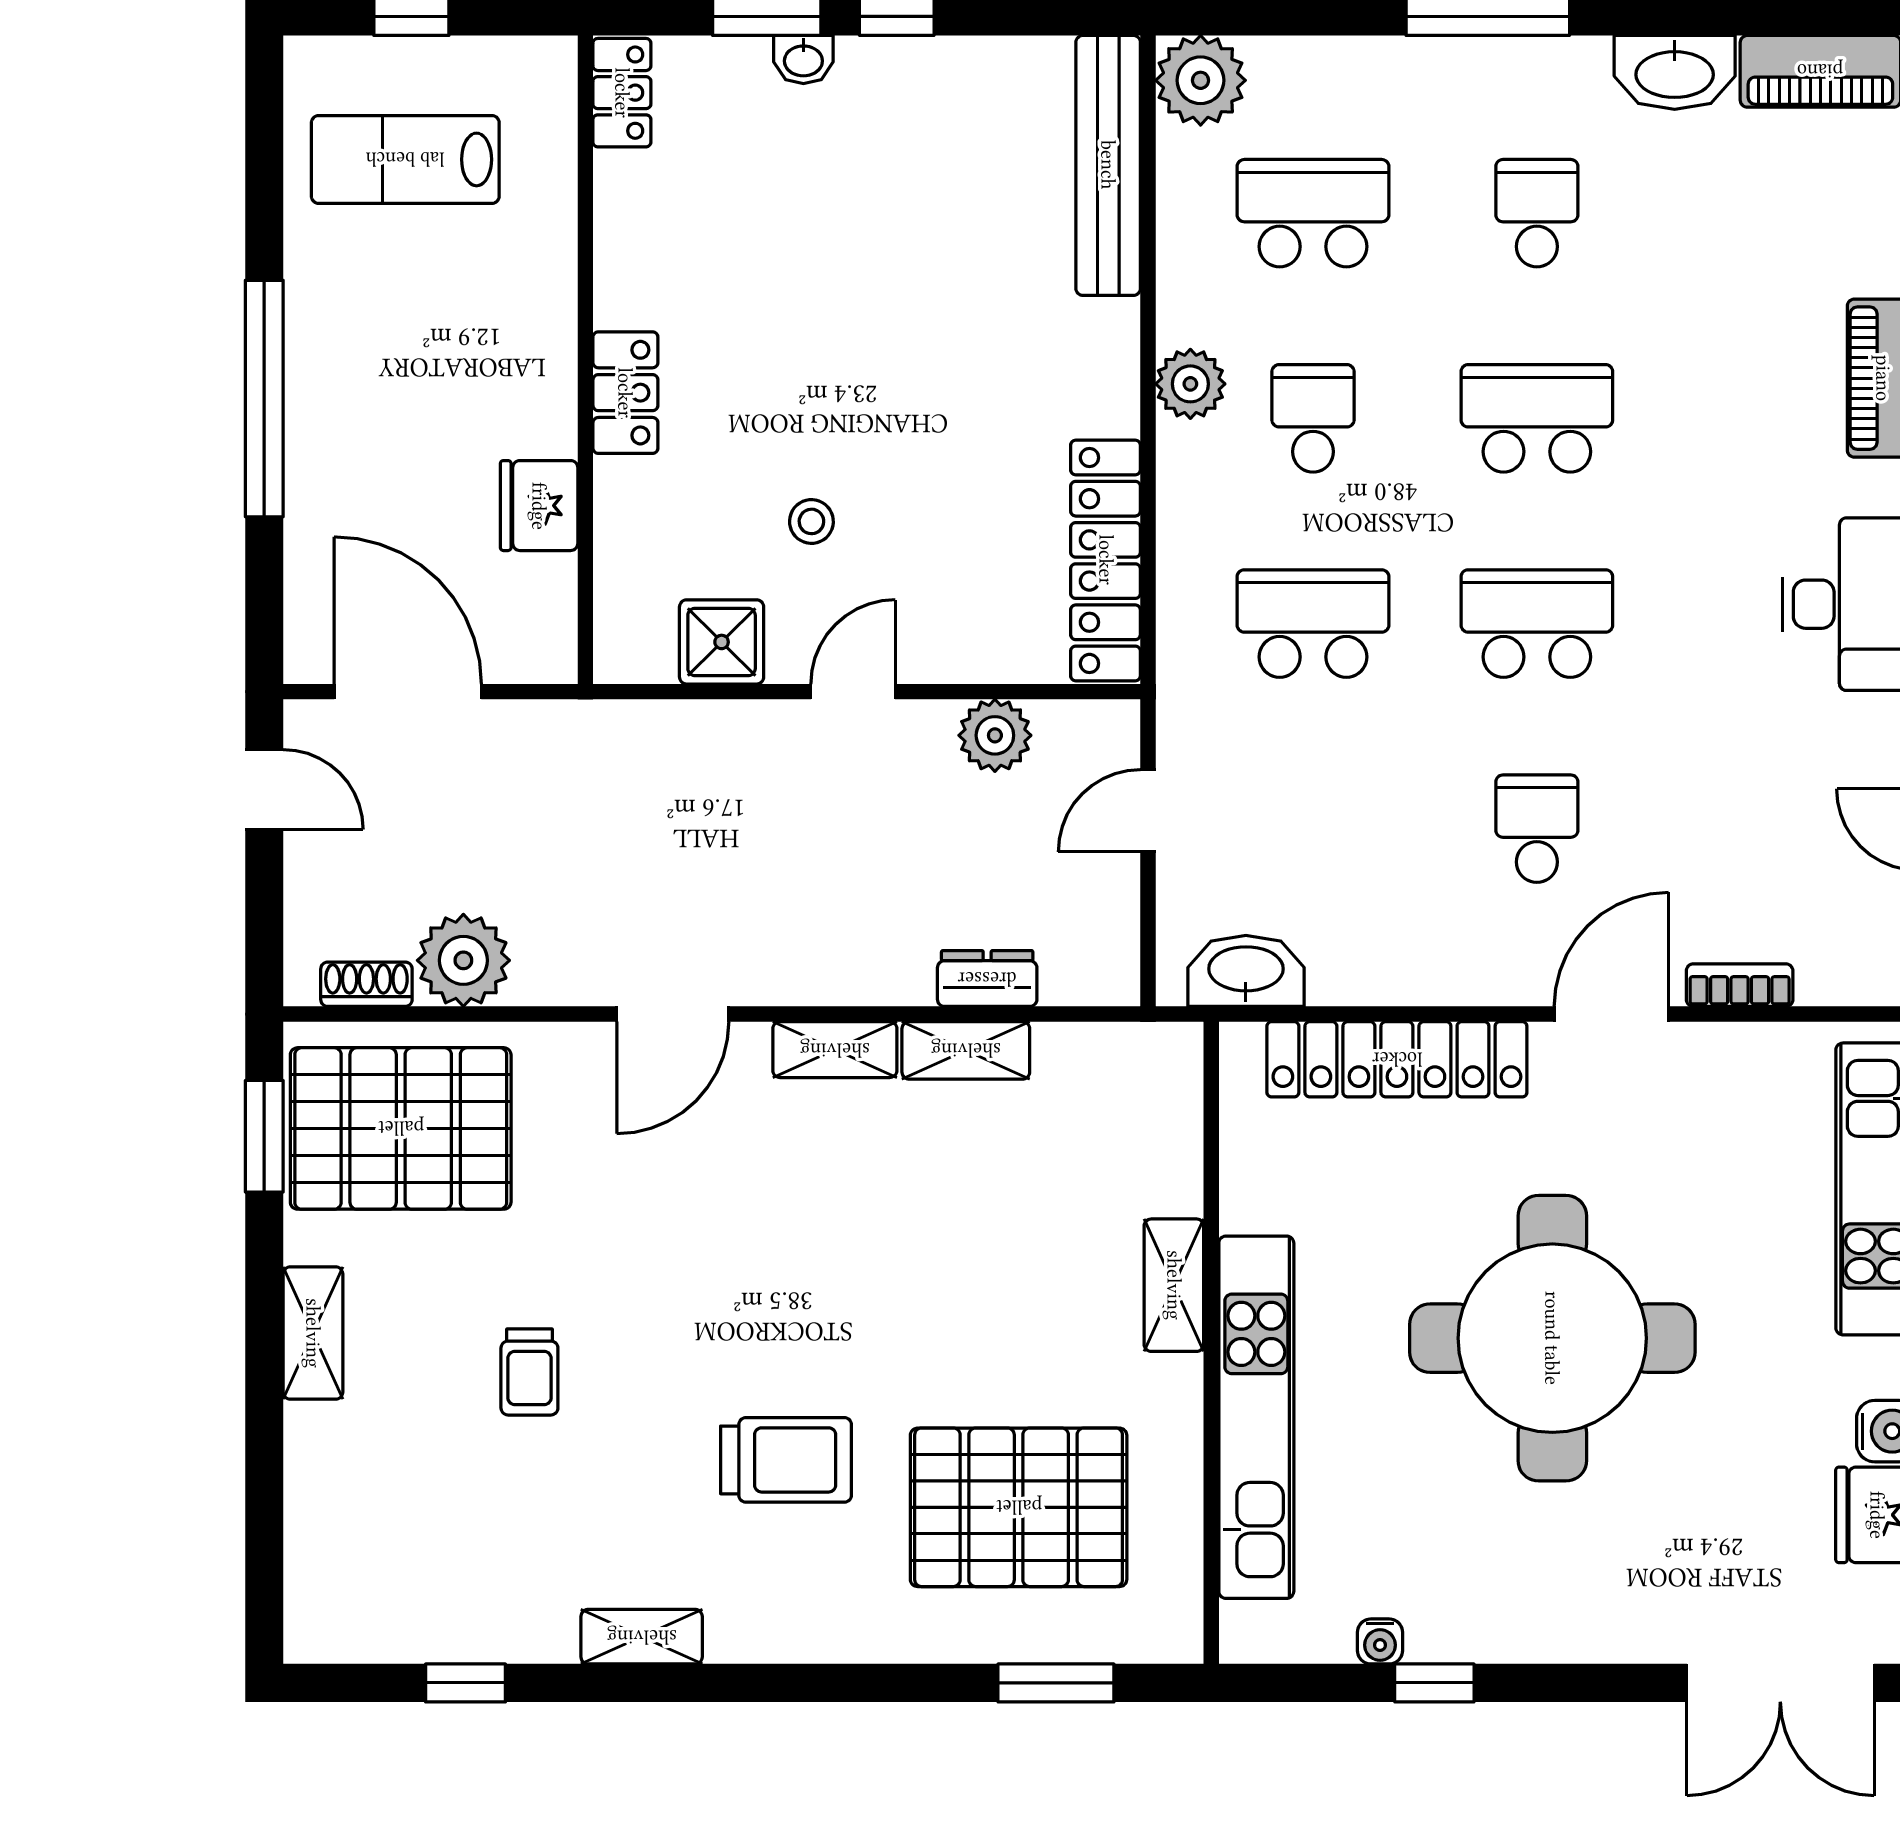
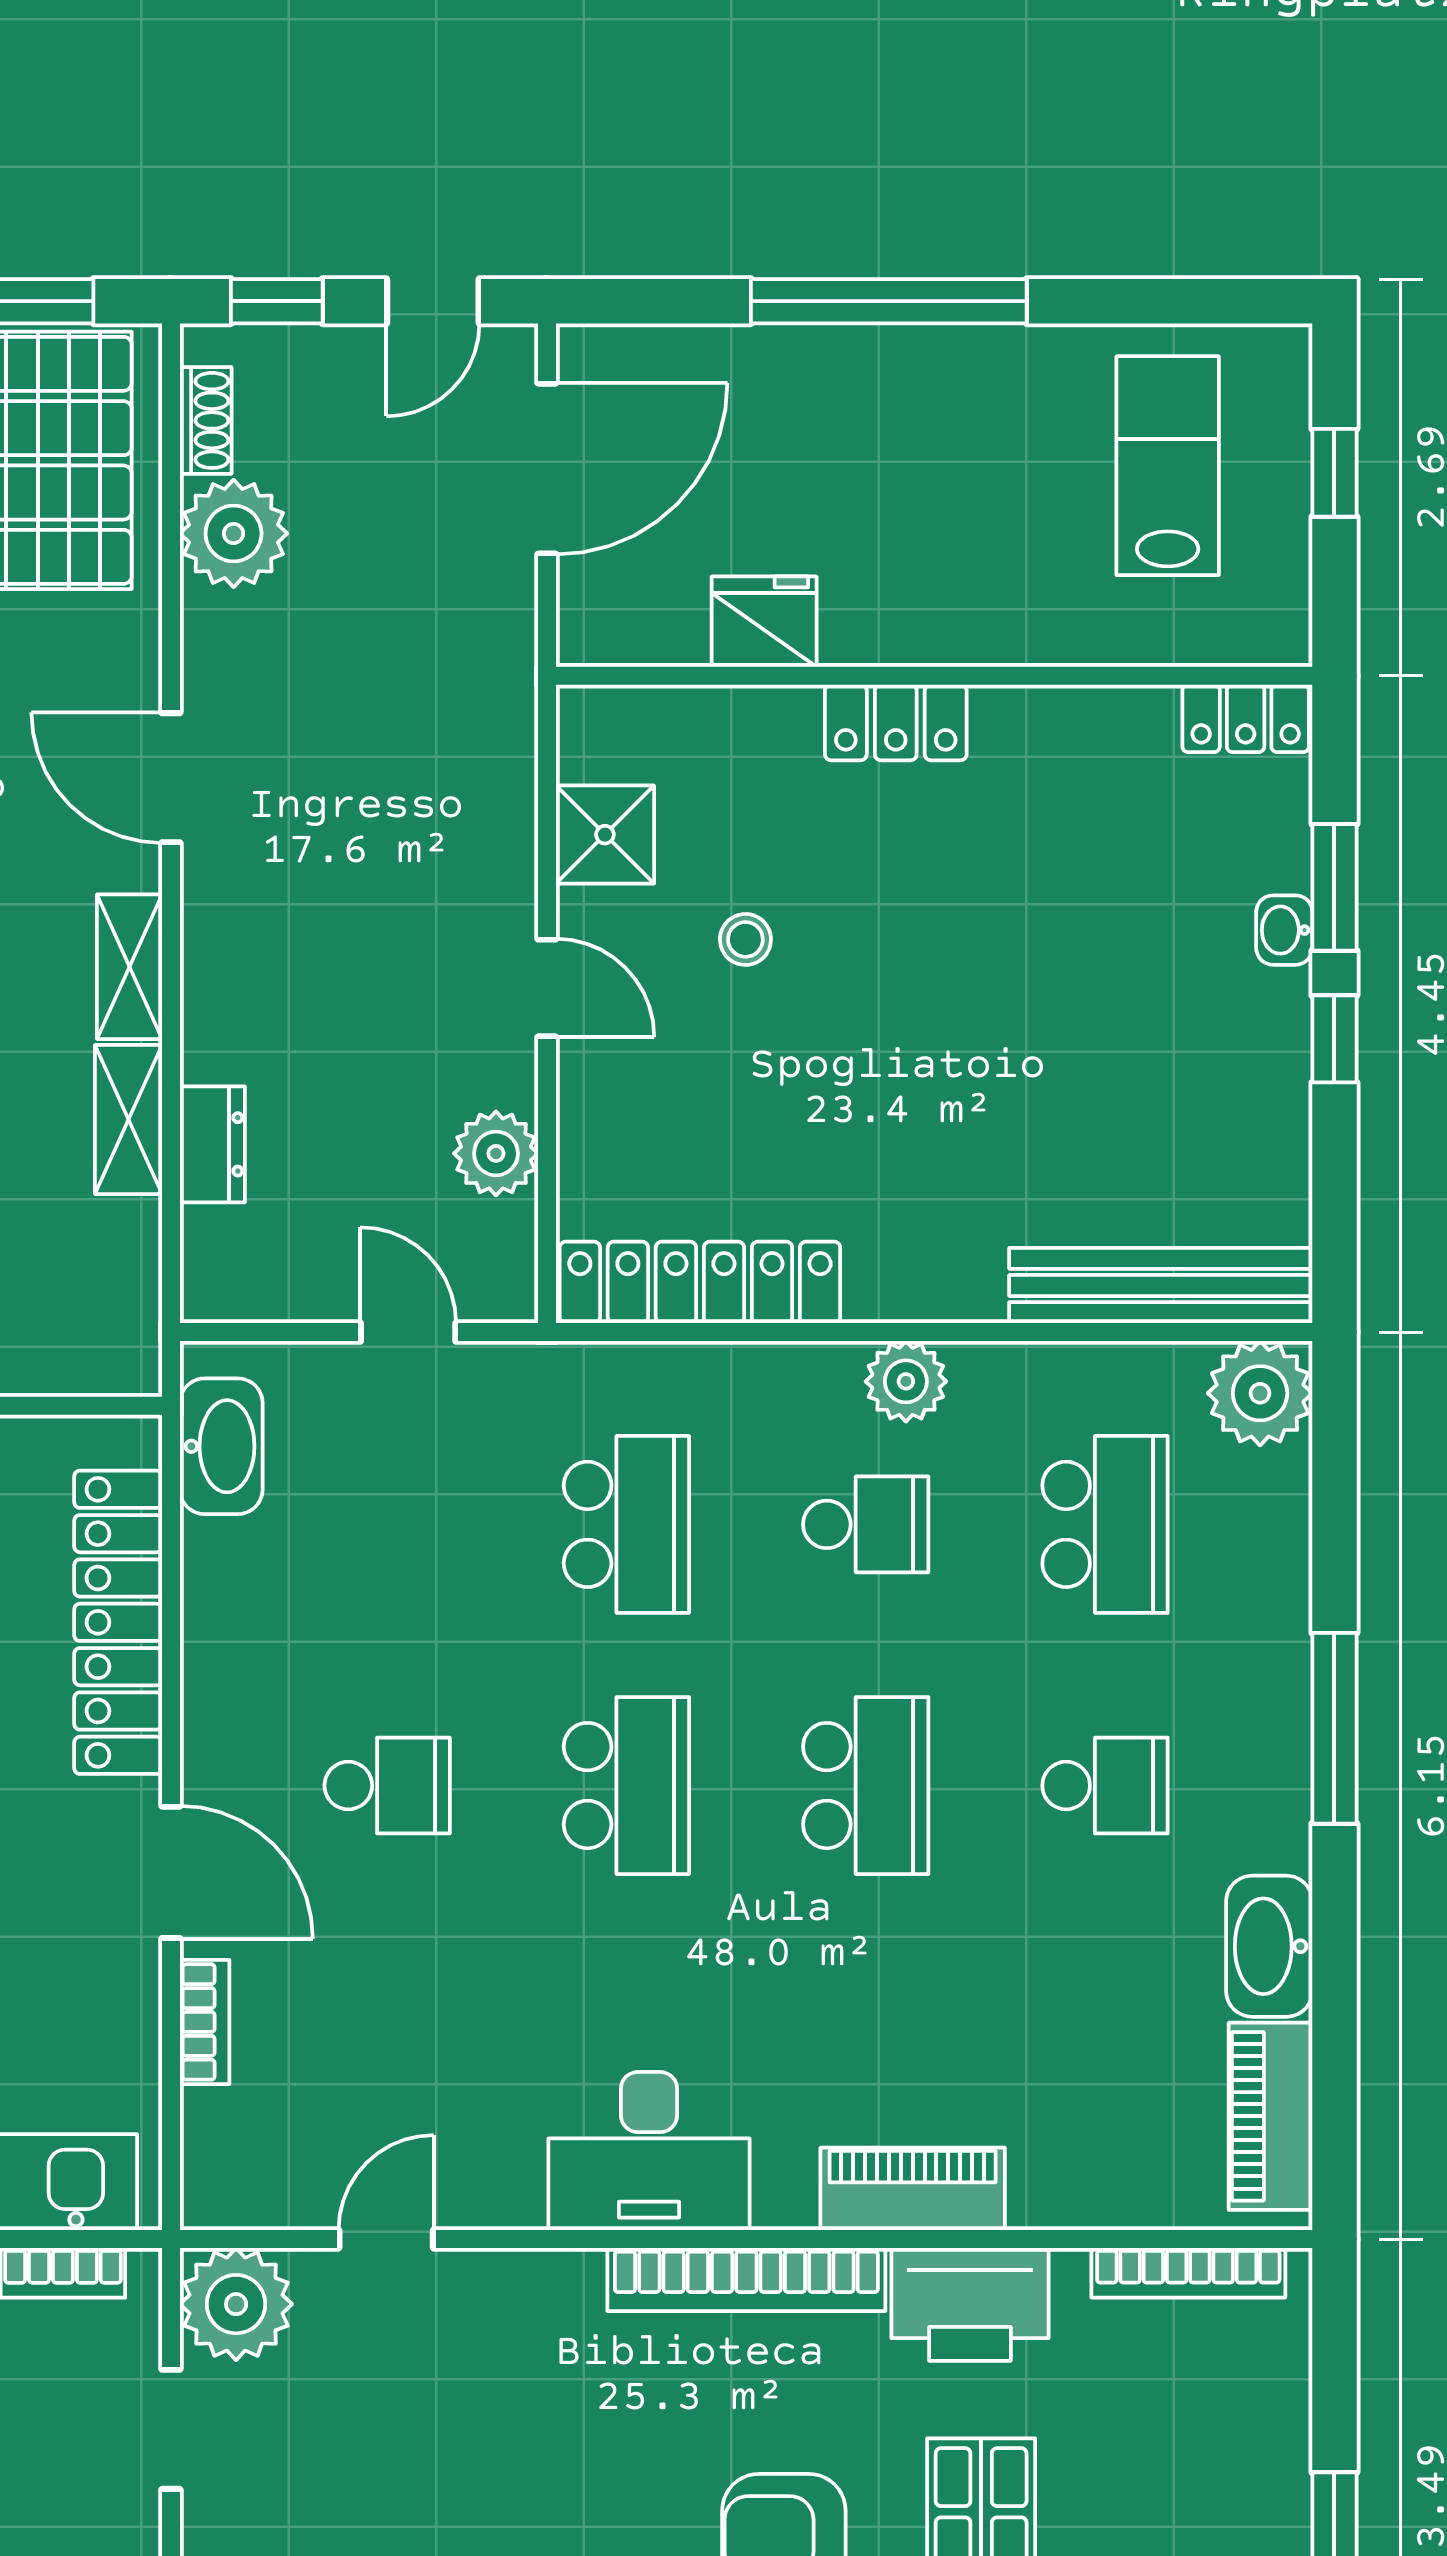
window: (264, 923) -> (277, 301), added

